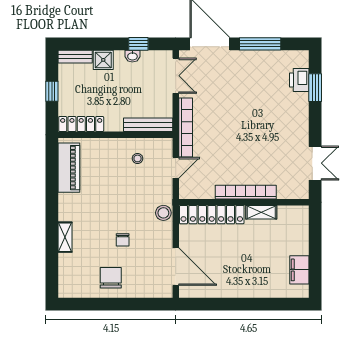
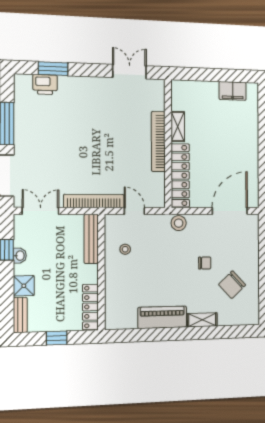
piano: (69, 168) -> (162, 317), moved
chair: (111, 278) -> (232, 285), moved, turned -43

